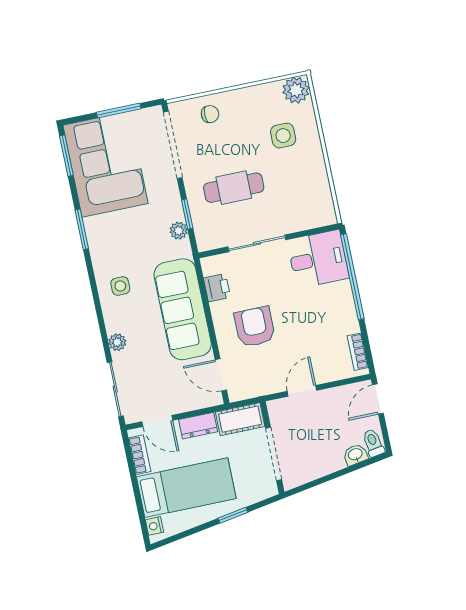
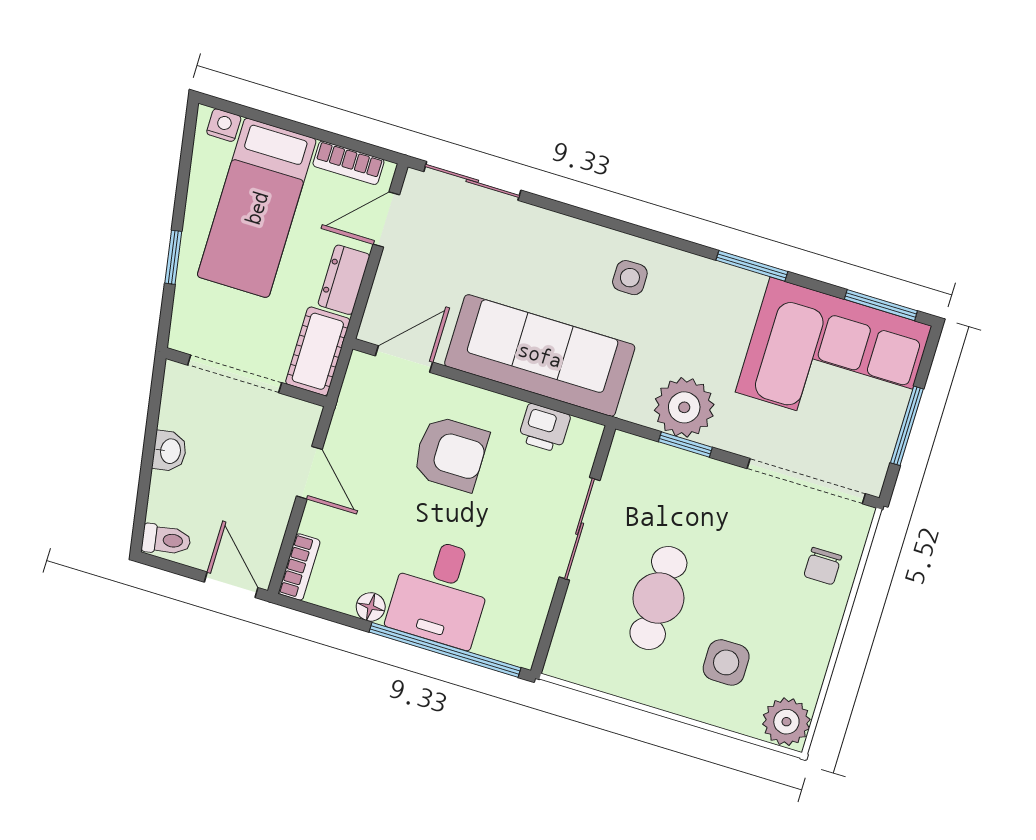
cafe table: (234, 188) -> (658, 598), moved
plant: (179, 231) -> (684, 407), width x1.88, depth x1.88
desk: (318, 259) -> (441, 593), moved
floor lamp: (351, 325) -> (371, 607), added
plant: (117, 342) -> (544, 225), removed
bookcase: (358, 352) -> (299, 567), moved, turned 90
washbasin: (355, 455) -> (170, 451), moved

